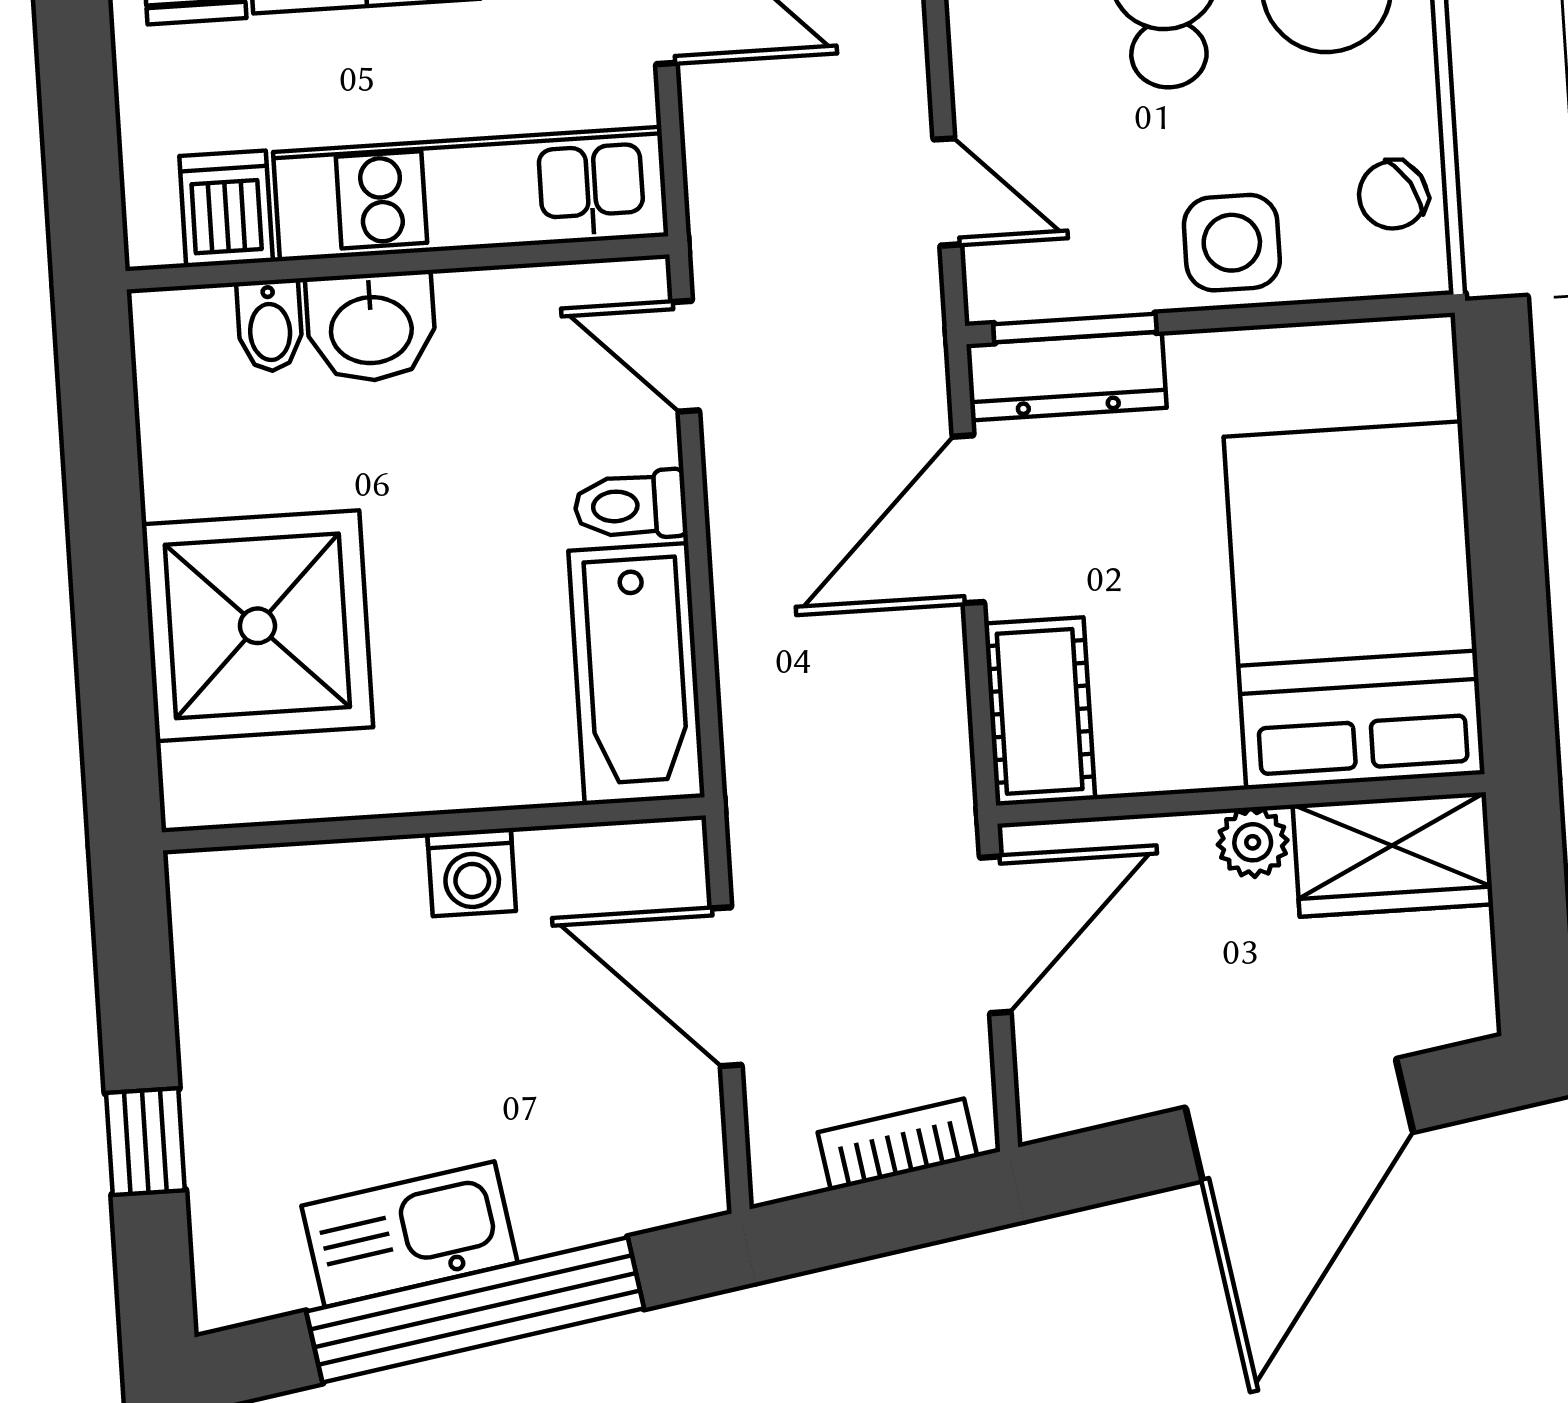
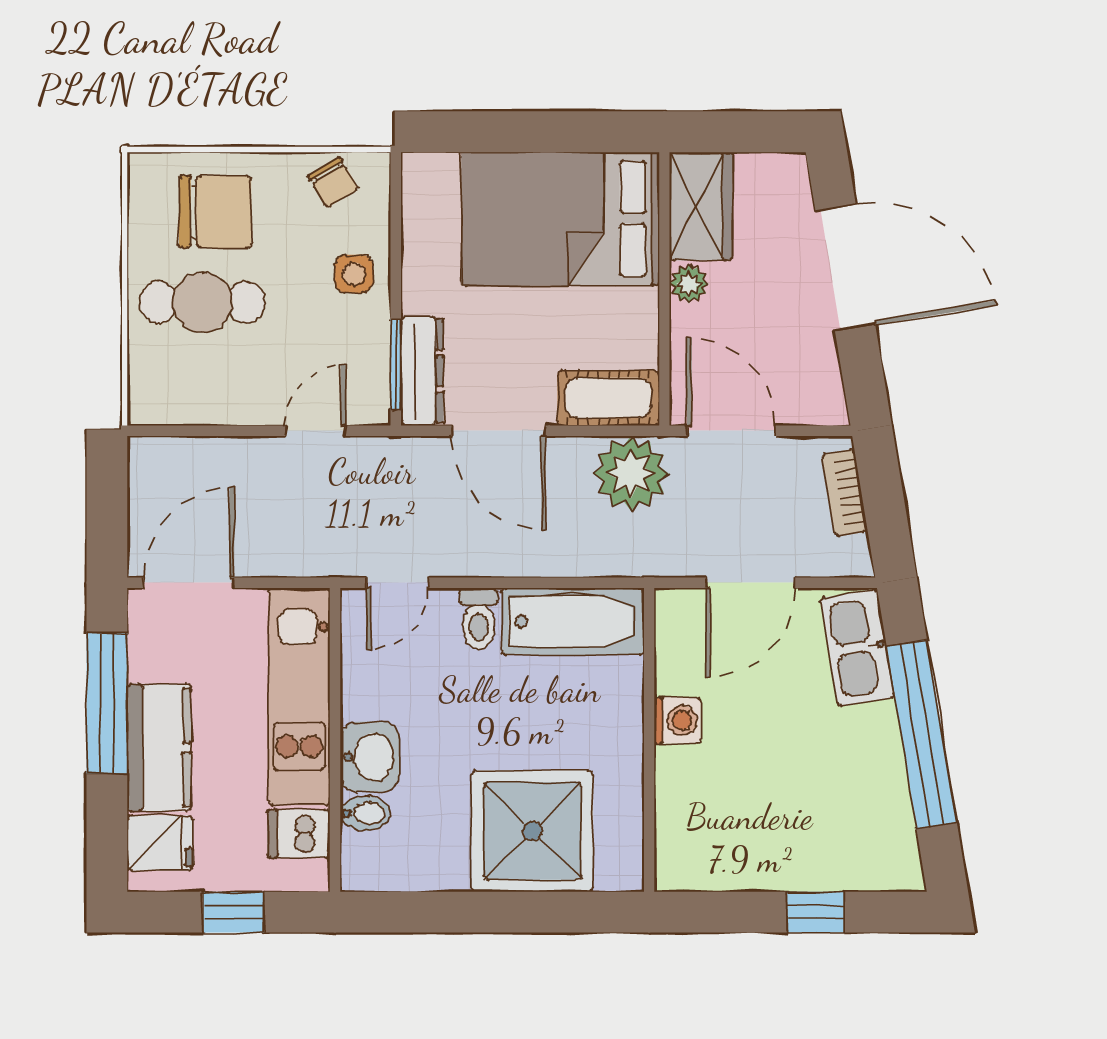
window: (78, 102) -> (234, 912), added
side table: (1232, 243) -> (354, 274), width x0.73, depth x0.73
plant: (907, 761) -> (631, 473), added
kitchen sink: (410, 1234) -> (857, 648), moved

